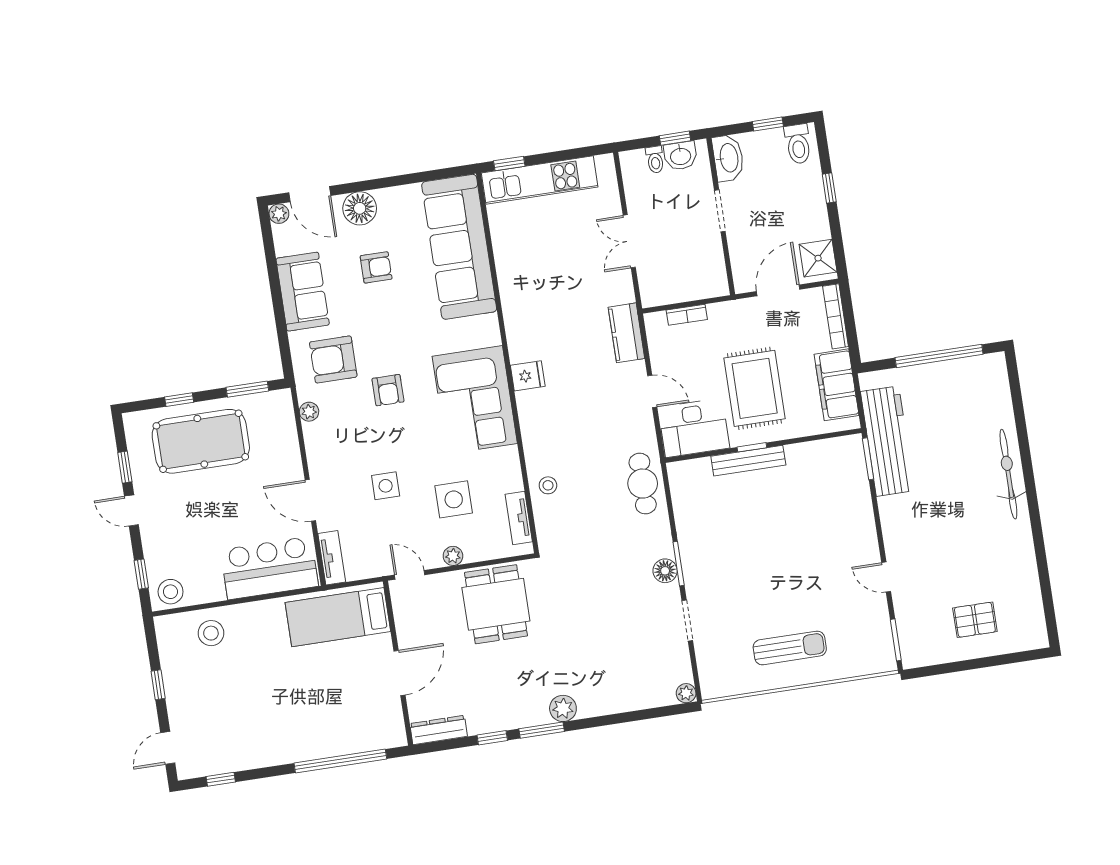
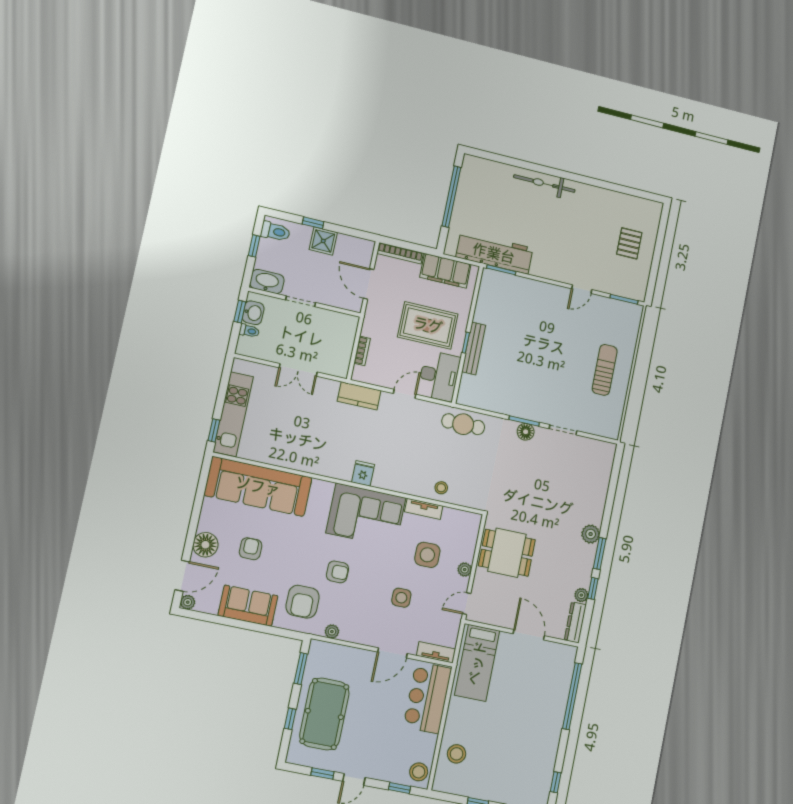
shower: (818, 258) -> (323, 241), moved
tv unit: (519, 518) -> (424, 509), moved
plant: (686, 693) -> (581, 595), moved

